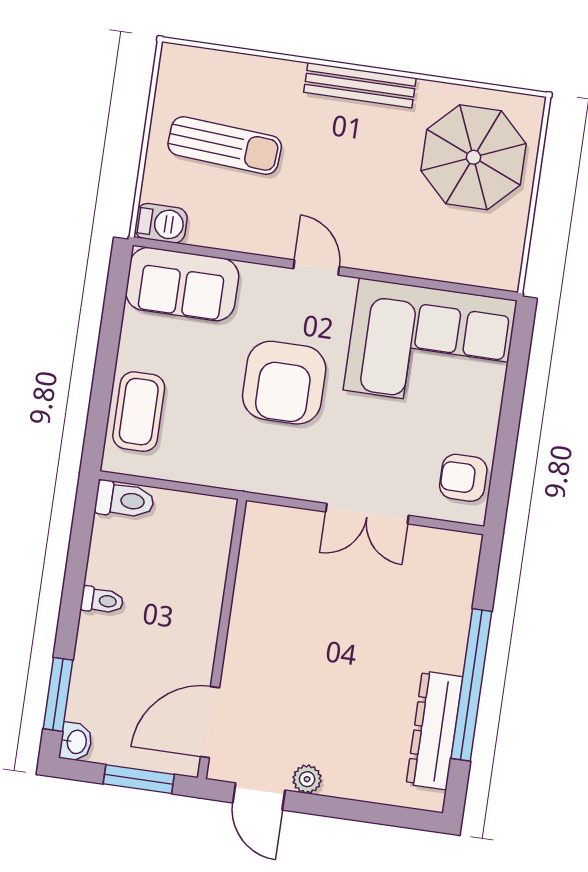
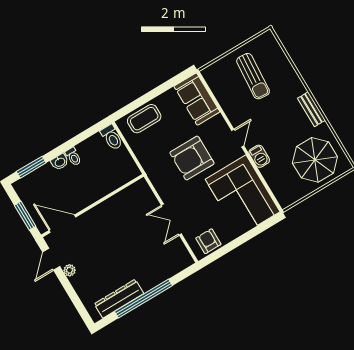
bench: (360, 85) -> (311, 109), width x0.73
barbecue: (161, 223) -> (259, 156), moved
washbasin: (76, 742) -> (60, 162), moved

